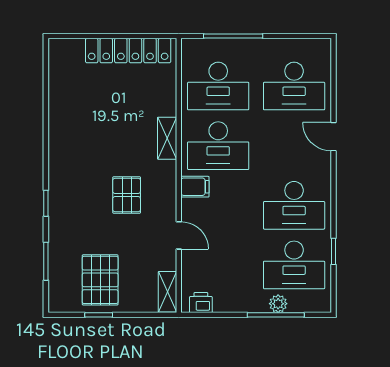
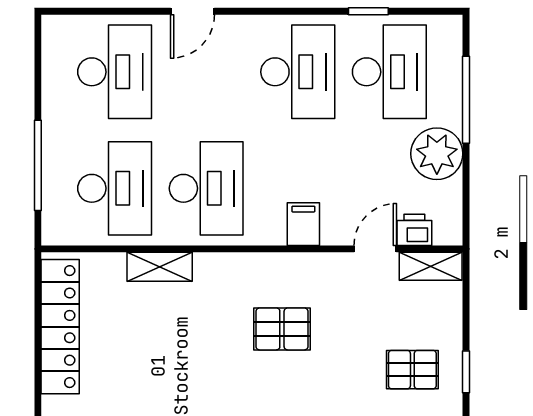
shelving: (167, 138) -> (160, 267), moved
filing cabinet: (195, 187) -> (303, 224), moved
door: (179, 235) -> (375, 249), moved
pallet: (100, 280) -> (412, 370), width x0.67, depth x0.71
printer: (201, 303) -> (414, 230), moved, turned 90
plant: (278, 304) -> (437, 154), moved, width x1.87, depth x1.87

